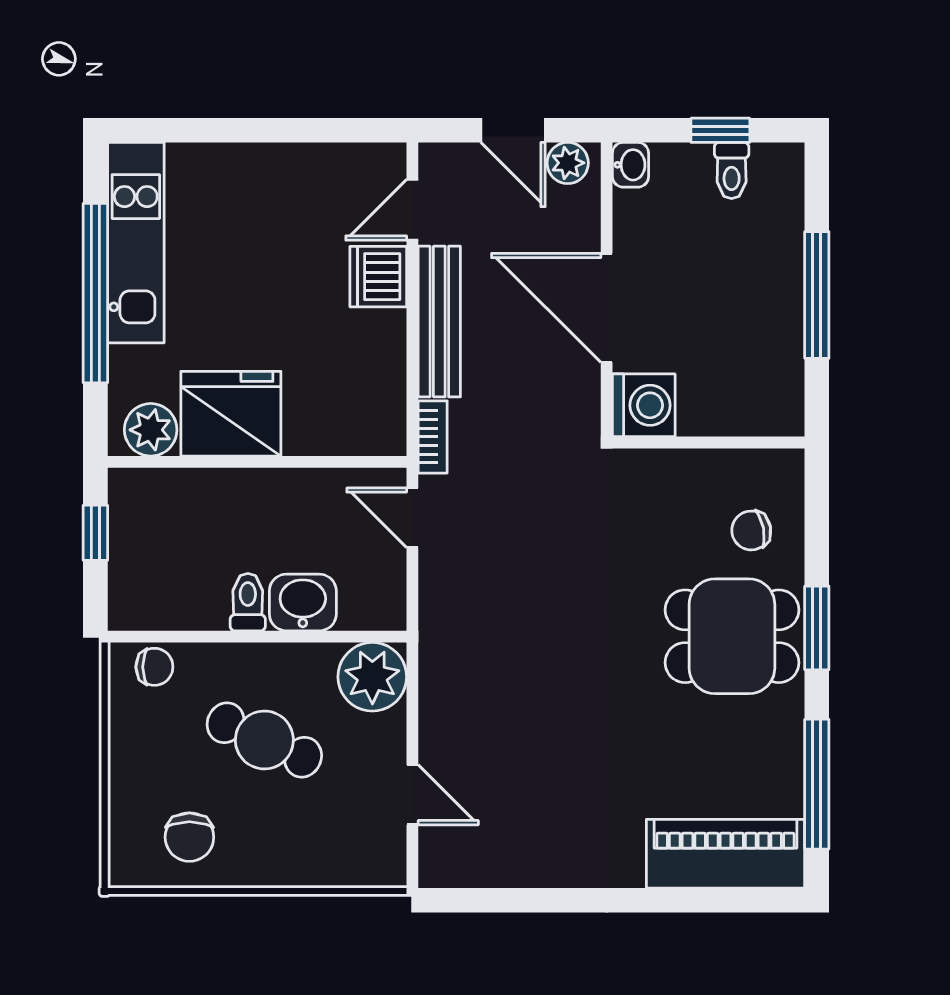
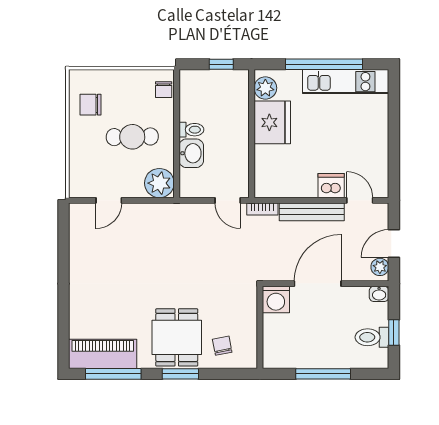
toilet: (732, 171) -> (372, 337), width x1.37, depth x1.39
door: (412, 518) -> (228, 200), swing flipped
cafe table: (264, 740) -> (132, 137), turned 65
piano: (725, 854) -> (103, 354), moved, turned -90

